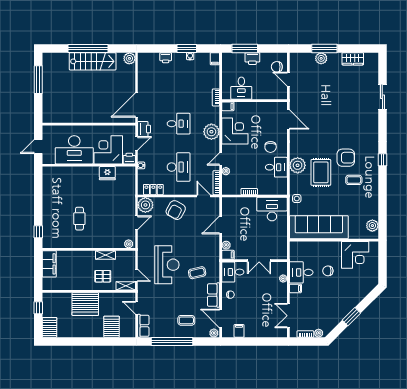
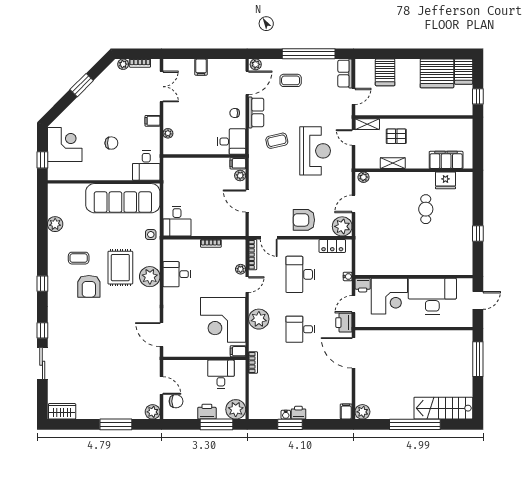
printer: (166, 58) -> (298, 413), moved
plant: (321, 58) -> (153, 412), moved
filing cabinet: (215, 59) -> (346, 411), moved
wardrobe: (353, 59) -> (62, 411), moved
plant: (230, 60) -> (236, 409), added
stairs: (93, 61) -> (443, 408), moved
window: (38, 80) -> (478, 359), moved
door: (137, 105) -> (354, 353), swing flipped
window: (382, 123) -> (42, 330), added
corner desk: (235, 131) -> (223, 320), width x1.36, depth x1.36
chair: (271, 147) -> (184, 300), removed
armchair: (346, 158) -> (89, 286), turned -90
fridge: (107, 173) -> (445, 180), moved, turned 180
desk: (272, 209) -> (177, 221), width x0.73
armchair: (176, 210) -> (304, 220), turned -119
door: (221, 225) -> (247, 201), swing flipped
plant: (372, 226) -> (55, 224), moved
window: (38, 232) -> (478, 233), moved
corner desk: (355, 255) -> (65, 145), moved, turned 90
window: (382, 258) -> (42, 160), added
double door: (259, 261) -> (198, 156), removed
filing cabinet: (49, 264) -> (446, 160), moved, turned 90
reception desk: (167, 265) -> (315, 151), turned 180
desk: (301, 272) -> (146, 166), moved, turned 90
server rack: (85, 304) -> (437, 73), moved, turned 180
door: (137, 308) -> (354, 96), hinge flipped
door: (221, 318) -> (247, 83), hinge flipped
filing cabinet: (239, 331) -> (201, 67), moved

